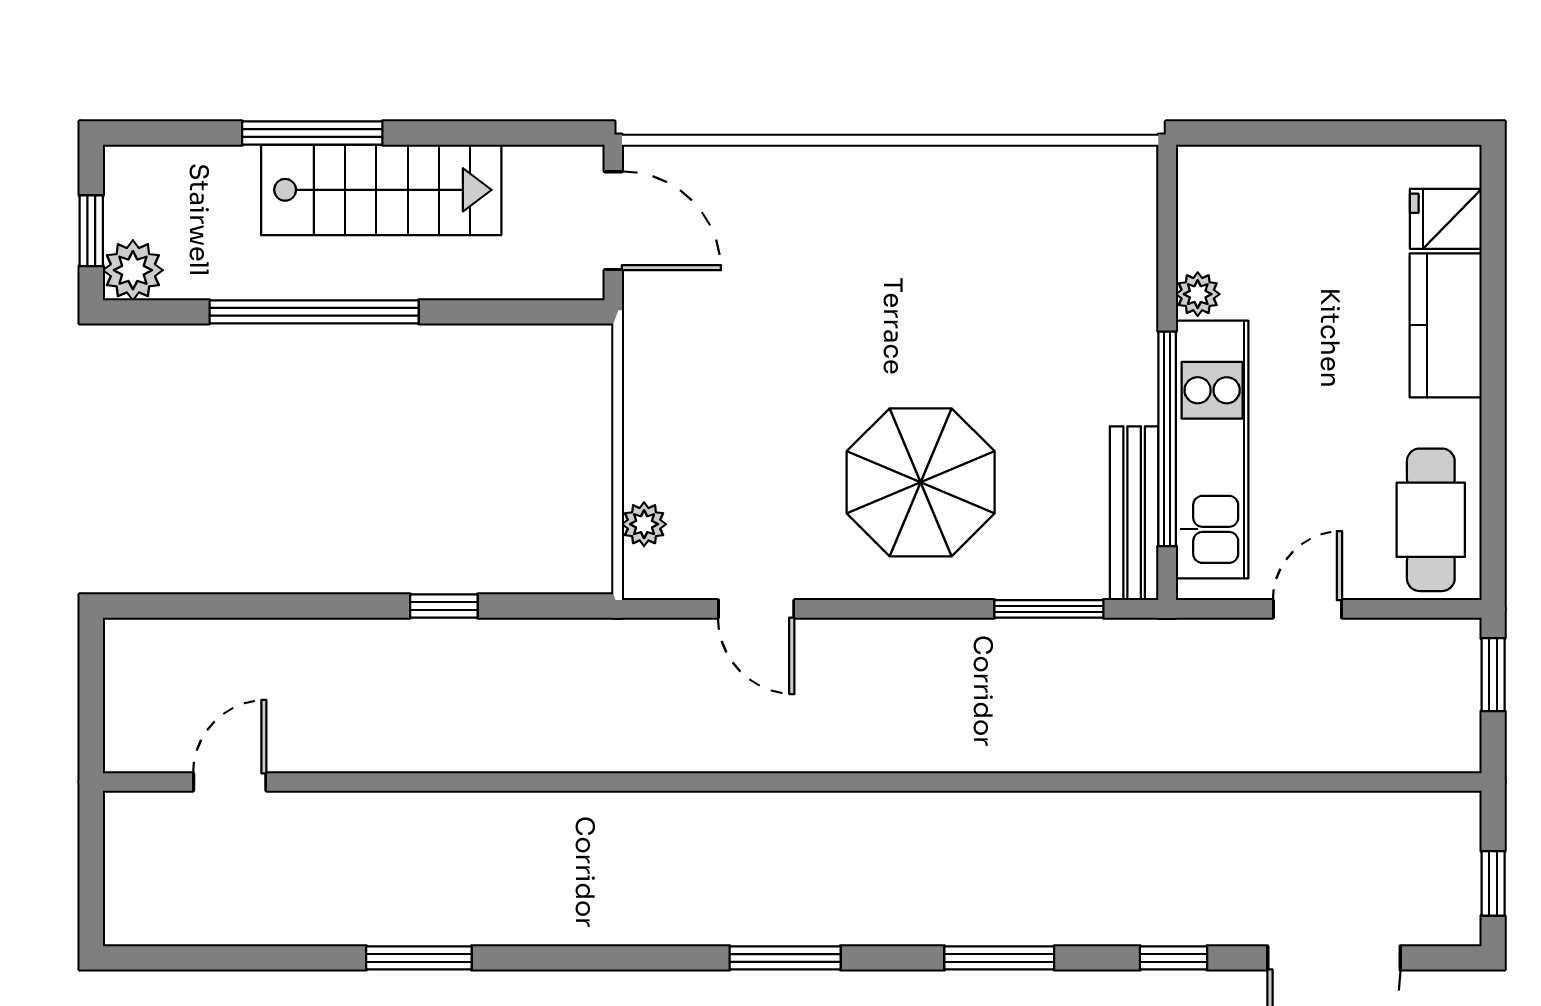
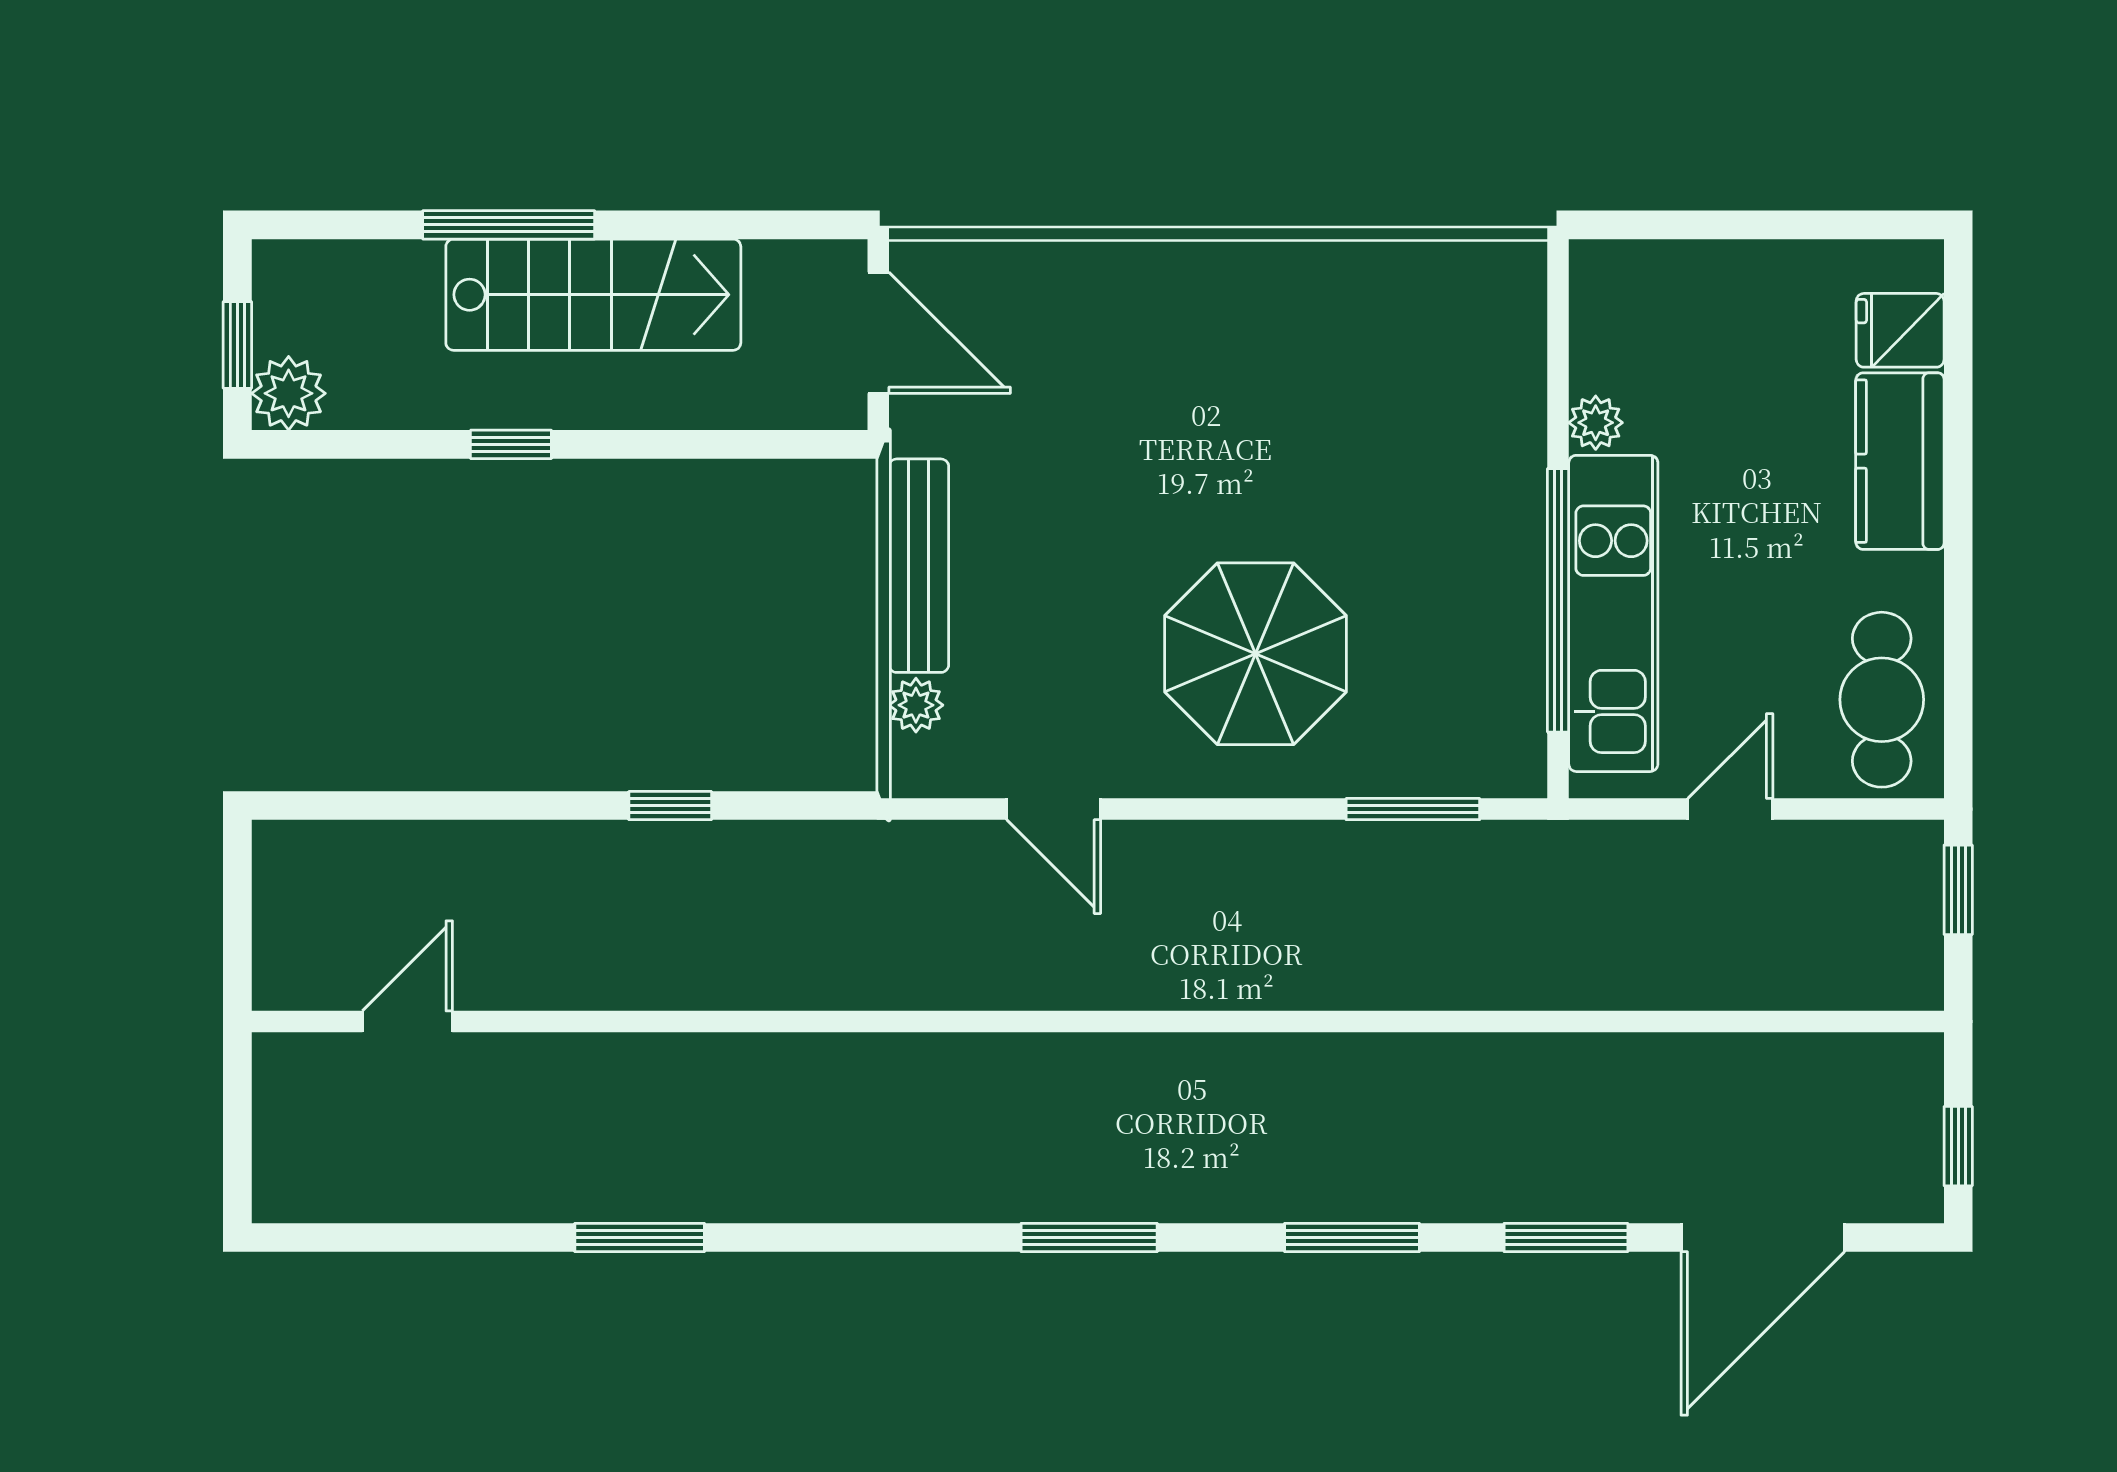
window: (314, 312) -> (511, 444), width x0.32
bench: (1134, 513) -> (919, 566), moved
window: (1174, 958) -> (1566, 1238), width x1.50

